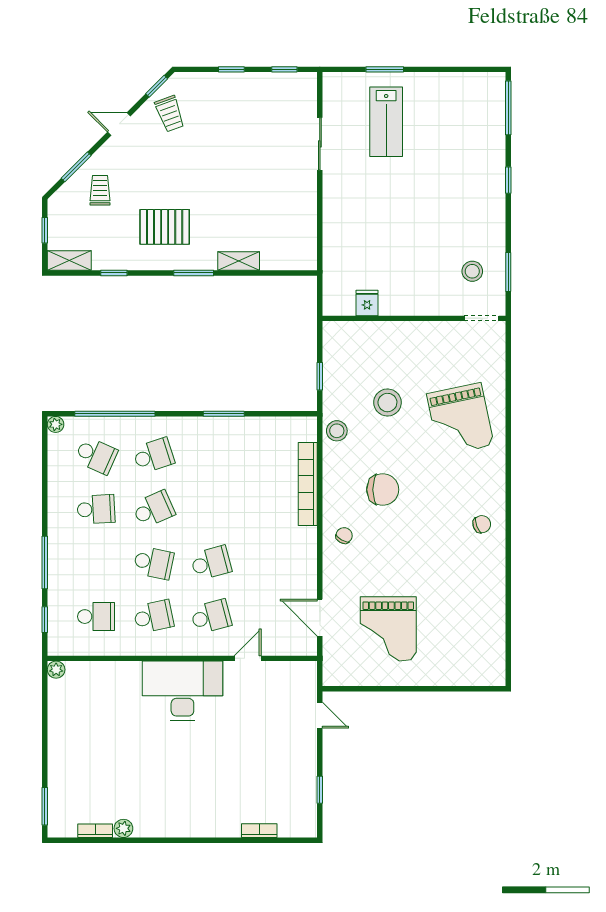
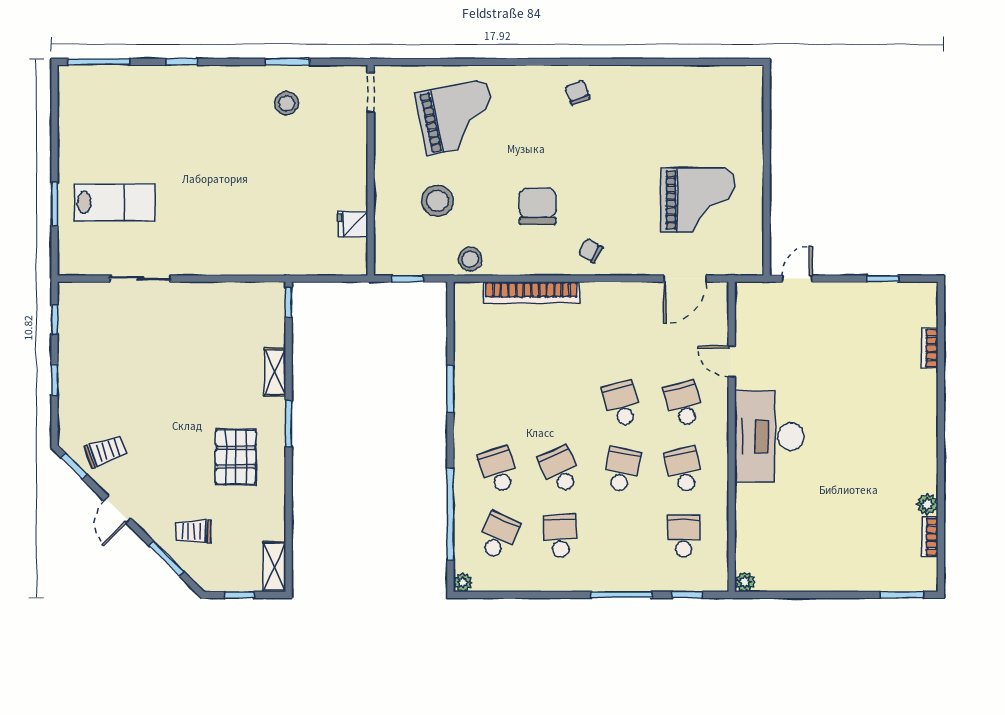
window: (114, 273) -> (289, 302), moved
fridge: (367, 303) -> (353, 224), moved
wall: (414, 318) -> (371, 170), moved
doorway: (482, 318) -> (371, 93), moved

